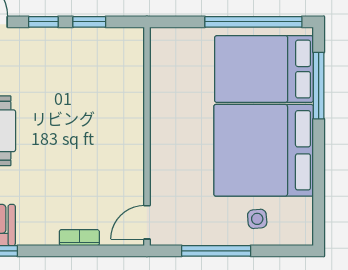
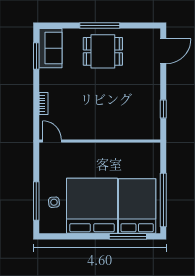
window: (43, 22) -> (163, 83), removed
window: (216, 251) -> (36, 201), moved

